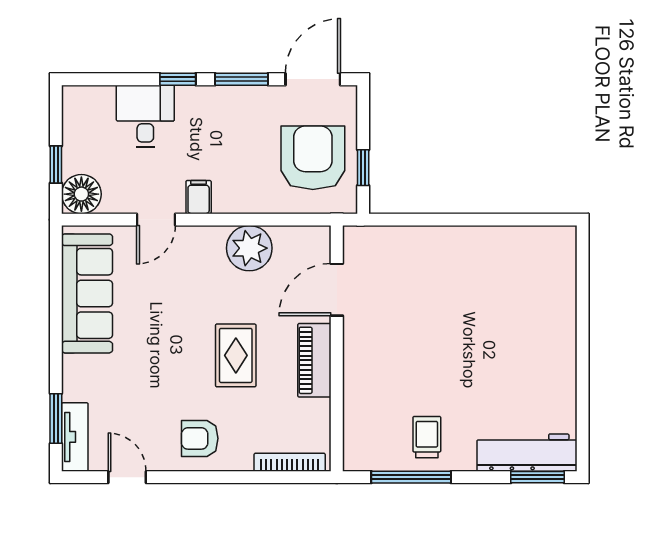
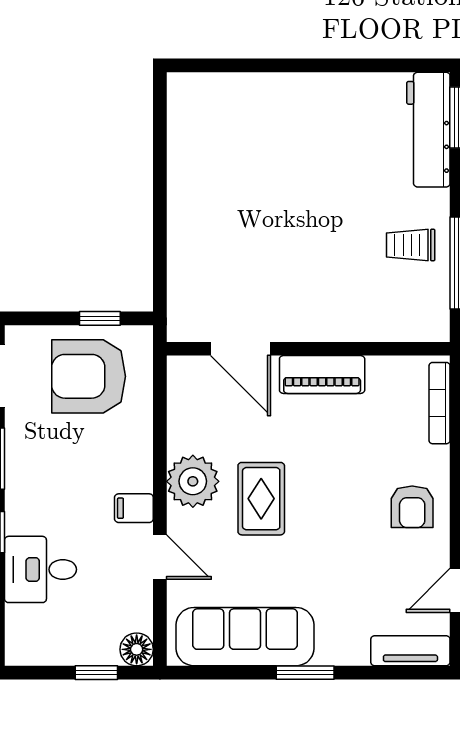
floor lamp: (81, 194) -> (137, 649), width x0.73, depth x0.73
plant: (249, 248) -> (193, 481), moved
rug: (236, 355) -> (261, 499), moved, turned 90
window: (56, 418) -> (305, 673), moved

